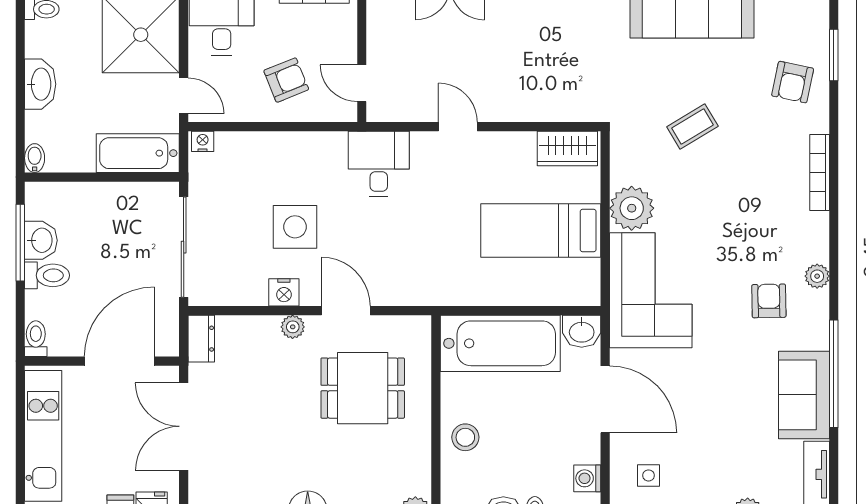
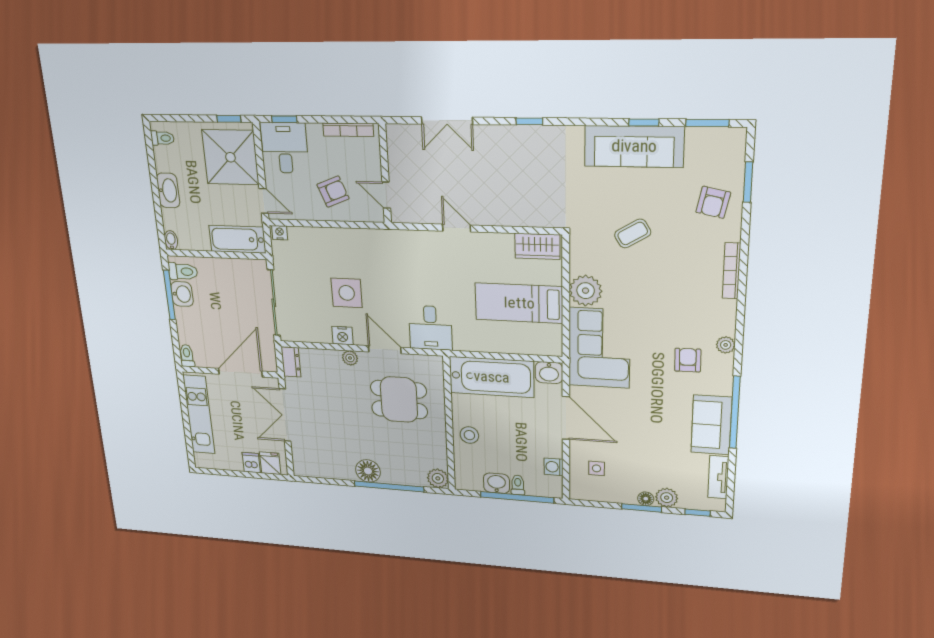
desk: (379, 164) -> (430, 328), moved, turned 180
toilet: (47, 275) -> (183, 271), moved

